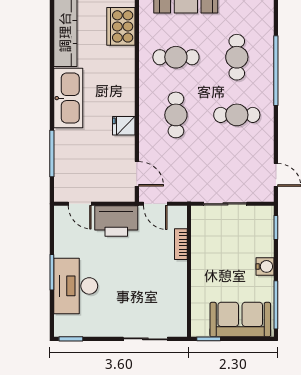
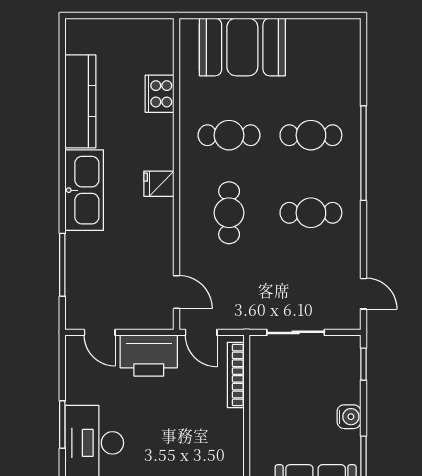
cooker: (121, 26) -> (160, 94), width x0.73, depth x0.76
cafe table: (237, 57) -> (311, 135), turned 90
fridge: (124, 126) -> (159, 184), moved
bookcase: (181, 244) -> (236, 375), width x1.56

